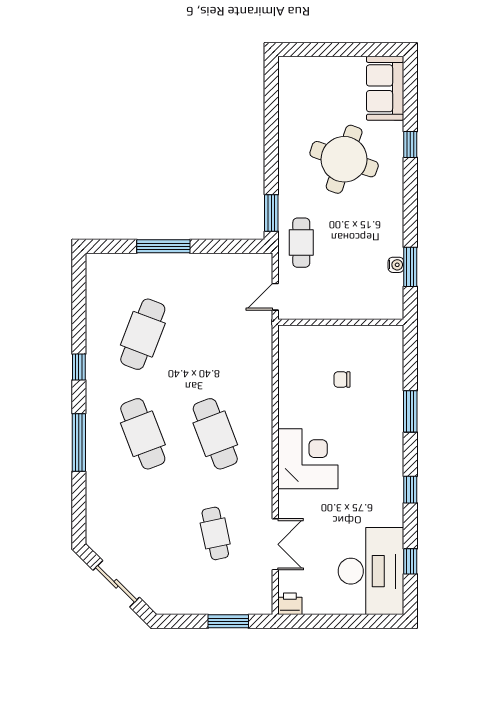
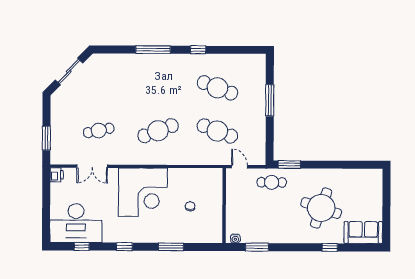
water cooler: (396, 265) -> (235, 239), moved
cafe table: (143, 434) -> (217, 131), moved, turned 42
corner desk: (308, 459) -> (143, 192), width x1.36, depth x1.36

